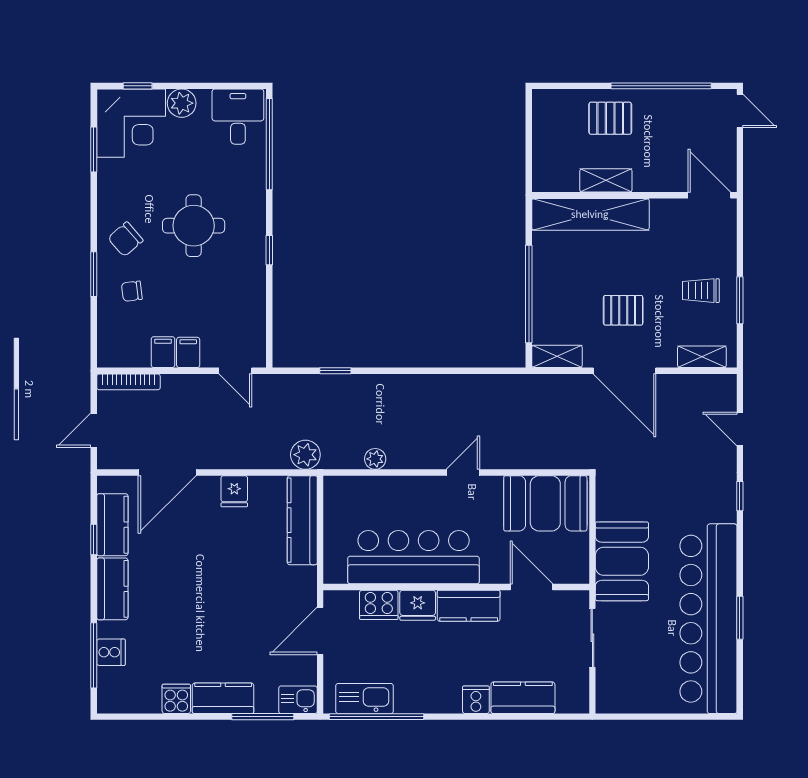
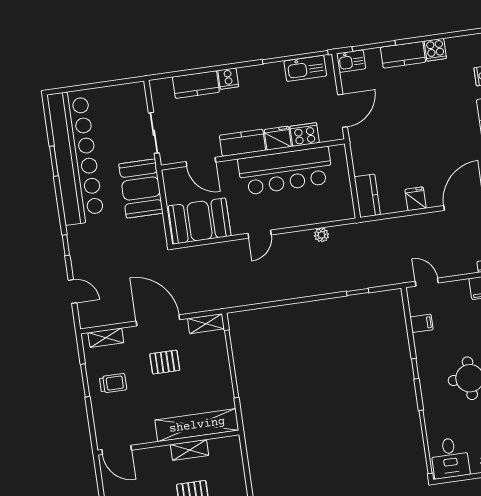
filing cabinet: (188, 352) -> (422, 323), moved, turned -90
plant: (305, 455) -> (370, 231), removed
kitchen counter: (302, 520) -> (367, 196), width x0.67

